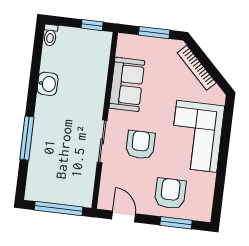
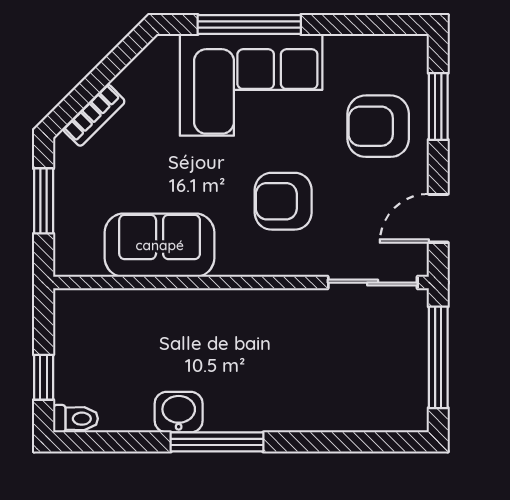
window: (92, 25) -> (44, 377), moved
bookcase: (197, 68) -> (94, 115), width x0.64
window: (27, 138) -> (217, 442), moved
window: (225, 139) -> (249, 25), added
sliding door: (102, 141) -> (373, 283), moved

